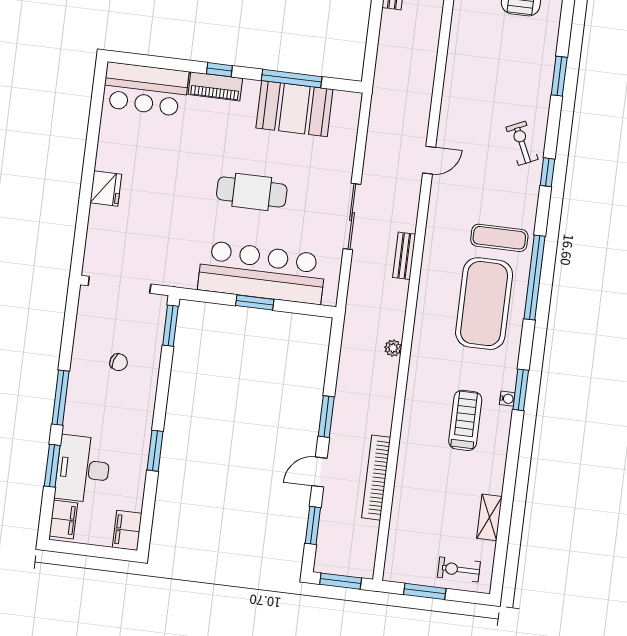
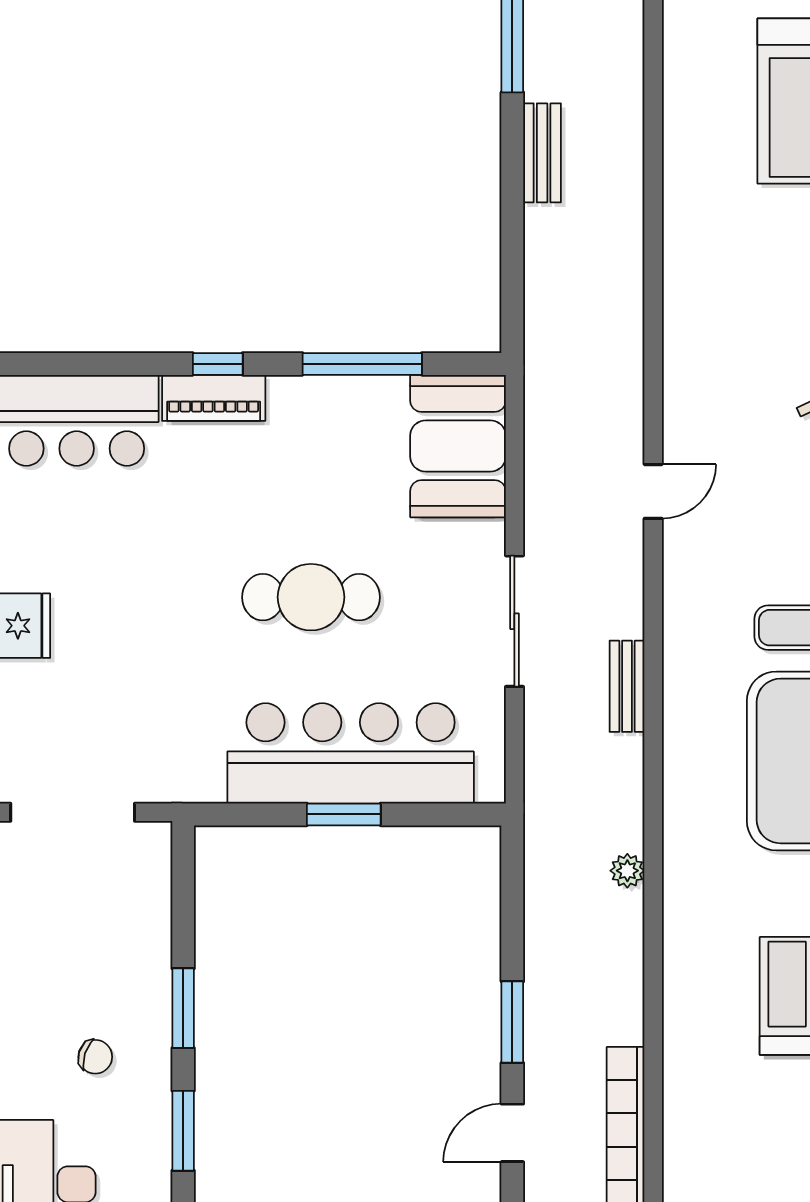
booth: (294, 109) -> (458, 446), moved, turned 90
window: (170, 326) -> (183, 1008), moved
chair: (119, 362) -> (95, 1057), moved

